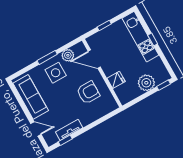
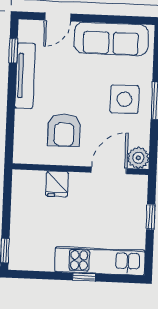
plant: (68, 55) -> (138, 158), moved
plant: (146, 83) -> (25, 227), removed
tv unit: (69, 130) -> (25, 76), width x1.41

